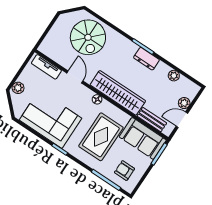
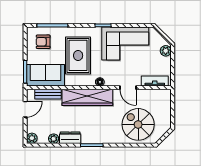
dresser: (146, 59) -> (70, 138), moved
plant: (184, 103) -> (32, 138), moved
armchair: (124, 171) -> (43, 42), turned 180

